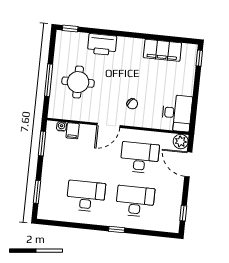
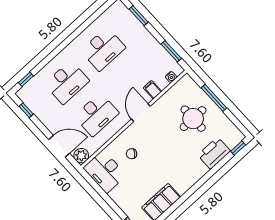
printer: (102, 44) -> (214, 153), moved
chair: (132, 104) -> (132, 154), moved
filing cabinet: (73, 131) -> (152, 90), moved
window: (117, 230) -> (26, 79), moved

